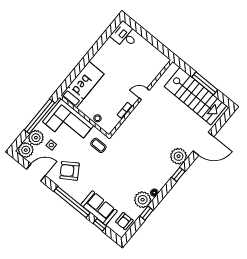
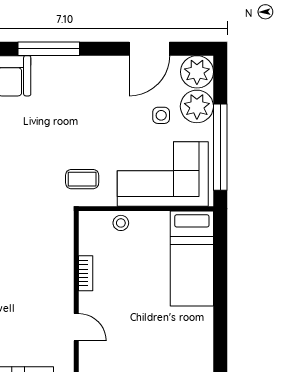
door: (144, 94) -> (76, 327), hinge flipped
armchair: (70, 171) -> (96, 97), removed
window: (72, 202) -> (49, 49), width x0.68

